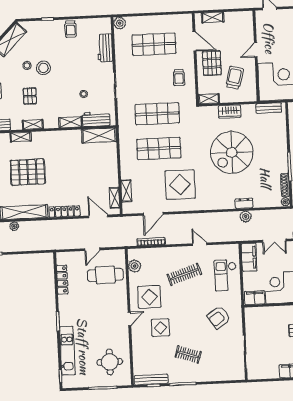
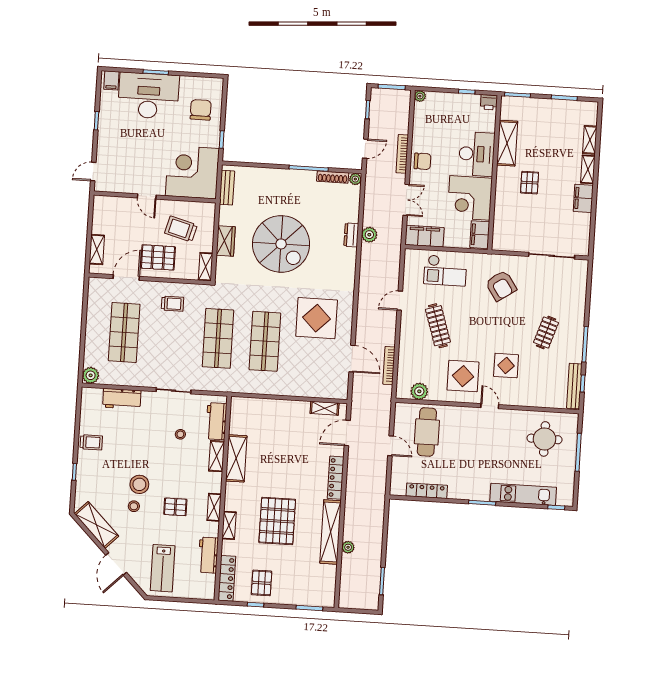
shelving: (99, 136) -> (236, 458), moved
shelving: (126, 191) -> (317, 391), removed

